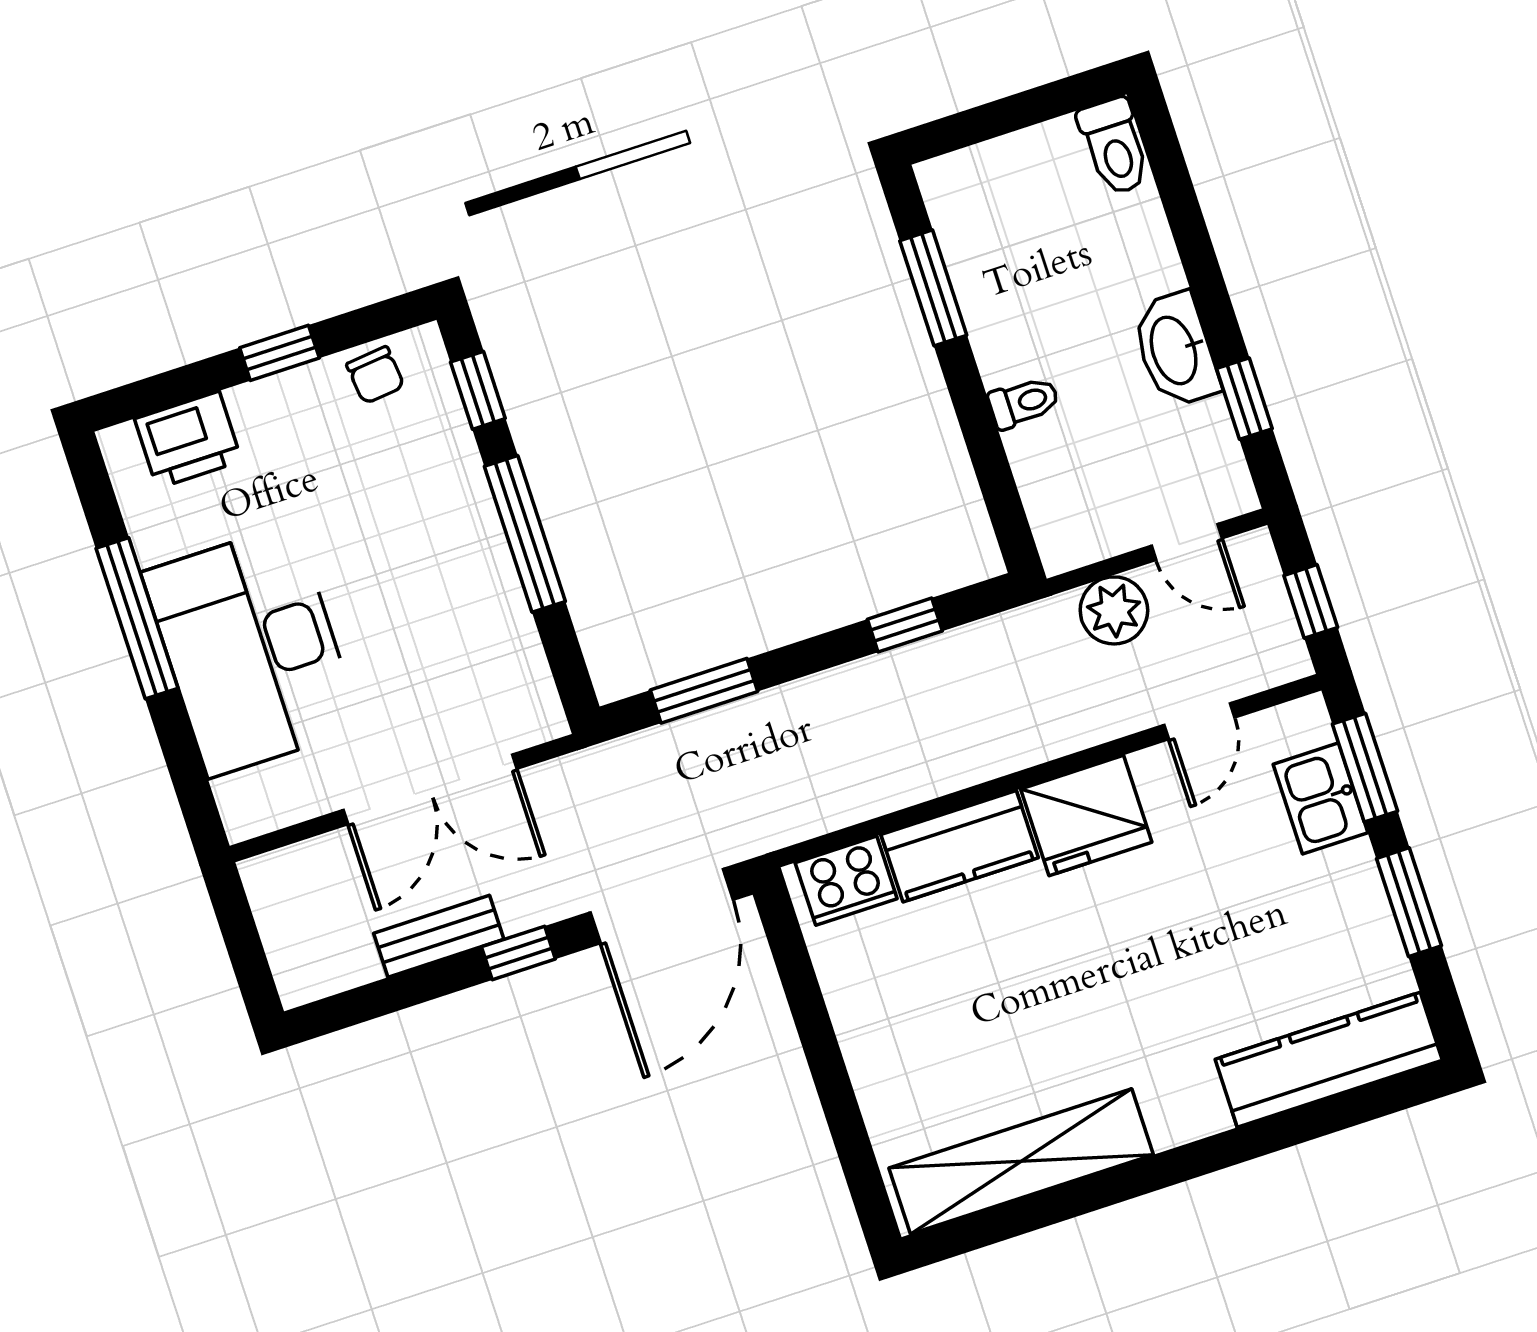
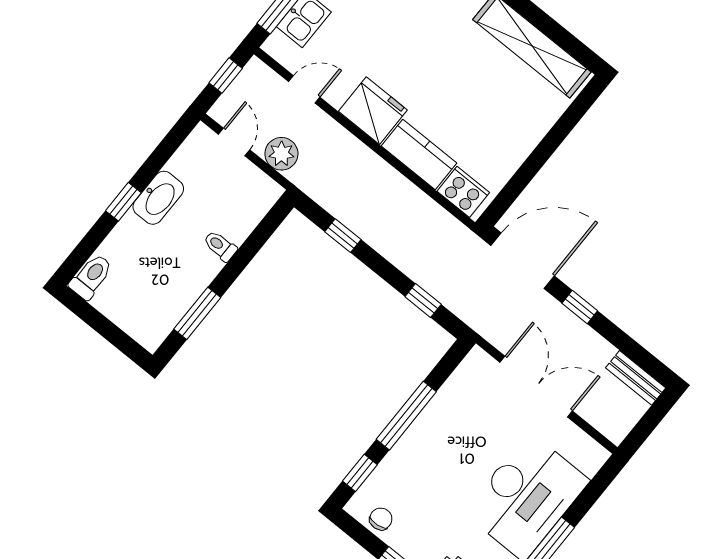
window: (1244, 399) -> (123, 202), moved
window: (704, 691) -> (423, 301), width x0.67
bench: (439, 936) -> (636, 378), moved

